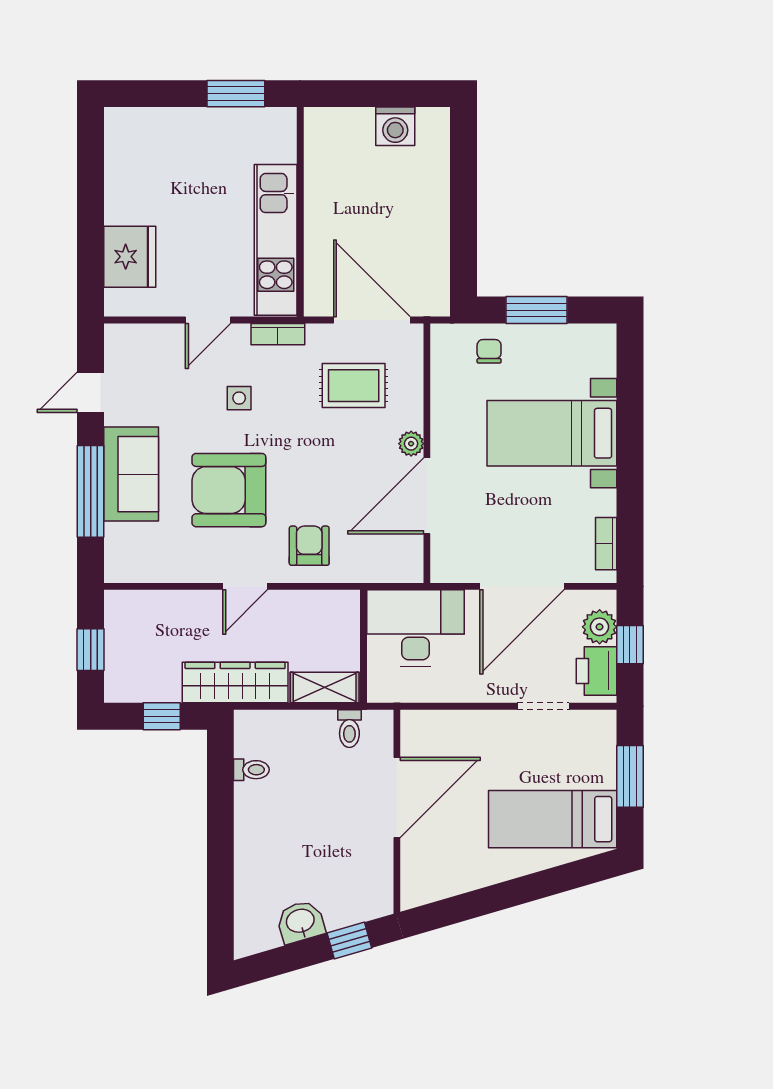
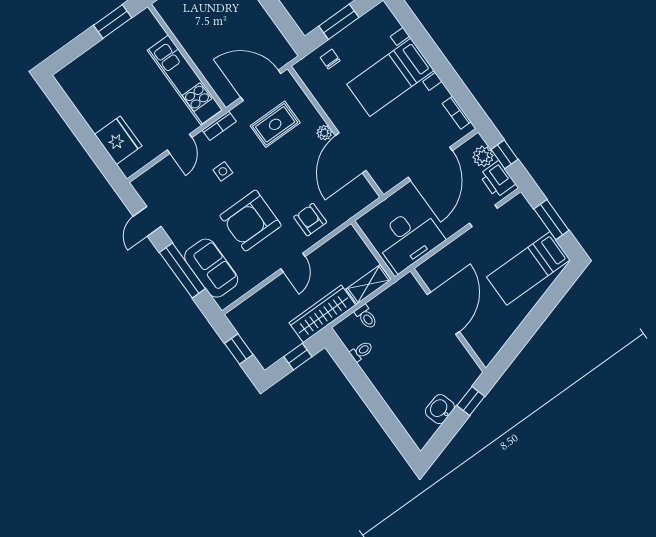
sofa: (131, 474) -> (211, 268), moved
desk: (415, 628) -> (409, 238), moved, turned 180
toilet: (349, 729) -> (366, 317), moved

